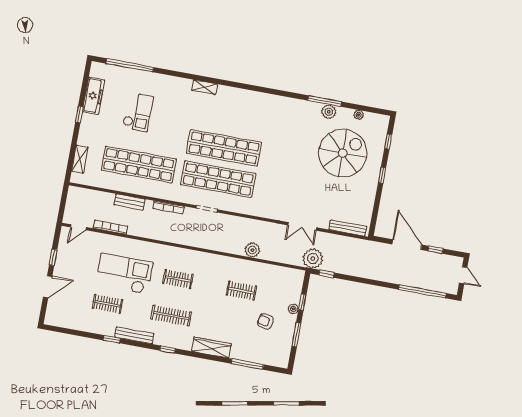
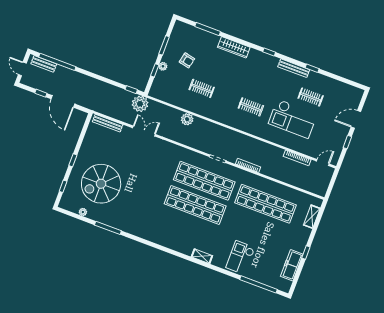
checkout: (138, 112) -> (240, 258), moved
plant: (329, 112) -> (106, 219), removed
bench: (130, 202) -> (44, 64), moved
clothes rail: (171, 316) -> (261, 79), removed

